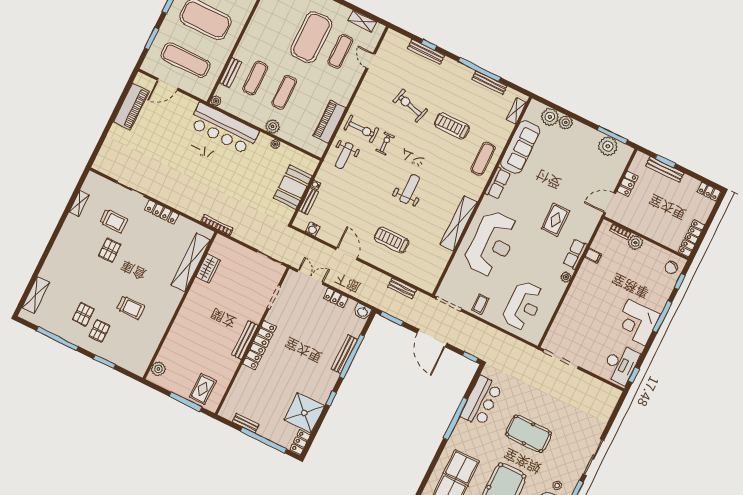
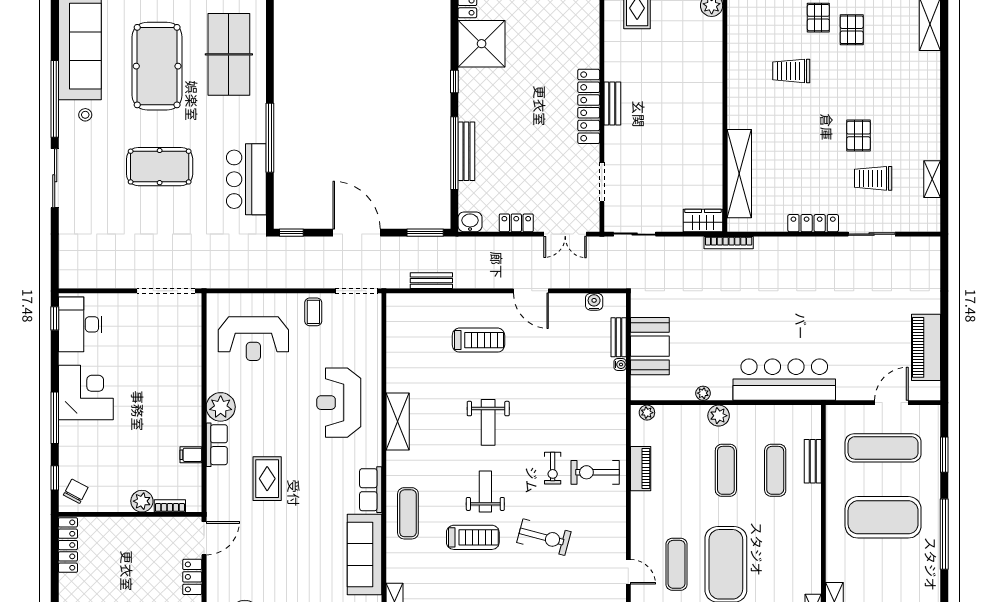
plant: (216, 101) -> (647, 413), moved
piano: (329, 122) -> (641, 469), width x0.73, depth x0.75
weight bench: (344, 156) -> (485, 492), moved
shelving: (459, 223) -> (398, 421), width x0.68
reception desk: (492, 244) -> (339, 403), width x0.74, depth x0.77
wardrobe: (208, 268) -> (703, 220), moved, turned 90
plant: (566, 277) -> (221, 407), width x1.88, depth x1.88
reception desk: (523, 306) -> (253, 339), turned -90
bench: (245, 340) -> (612, 104), width x0.73

